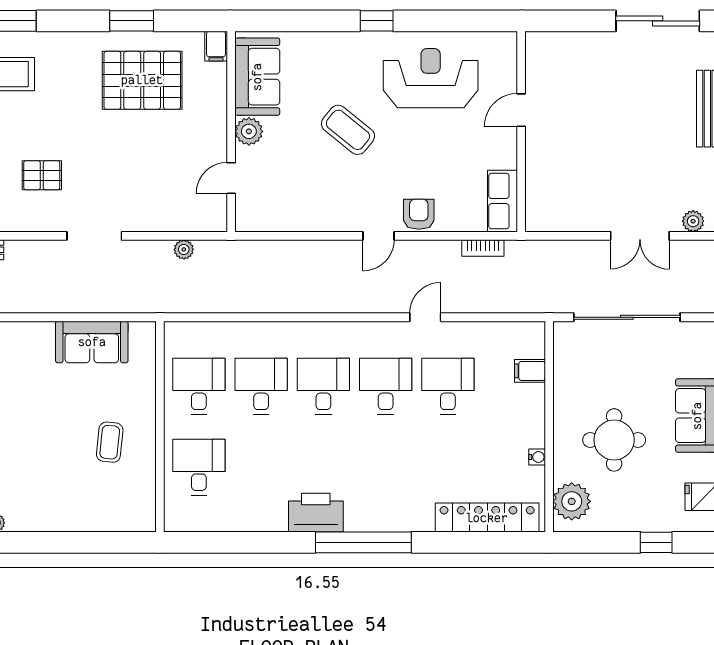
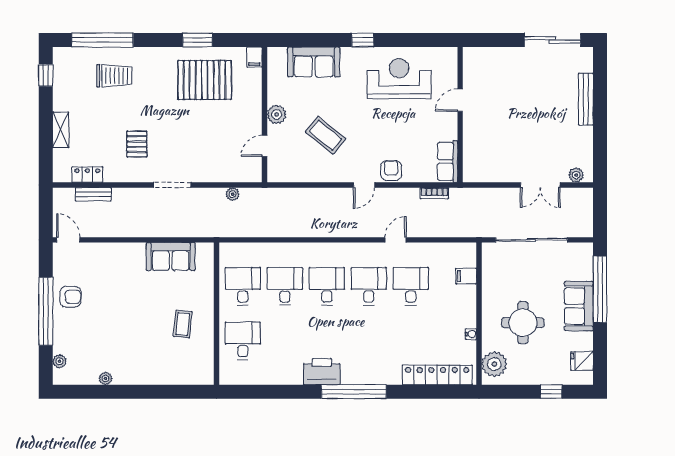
sofa: (257, 77) -> (314, 62), moved, turned 90
coffee table: (348, 130) -> (326, 135), moved
pallet: (42, 175) -> (137, 144), turned 90

